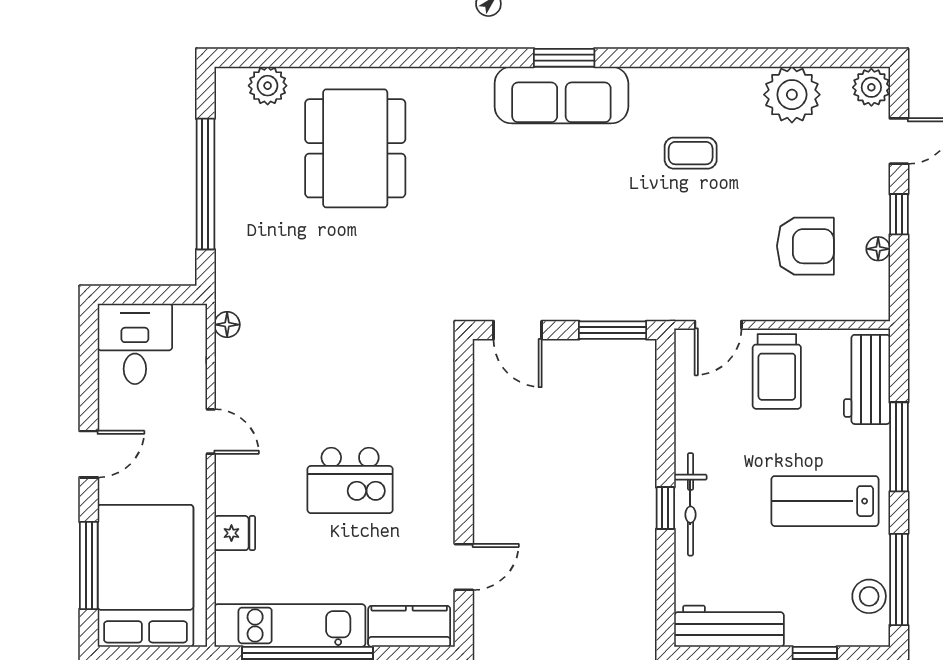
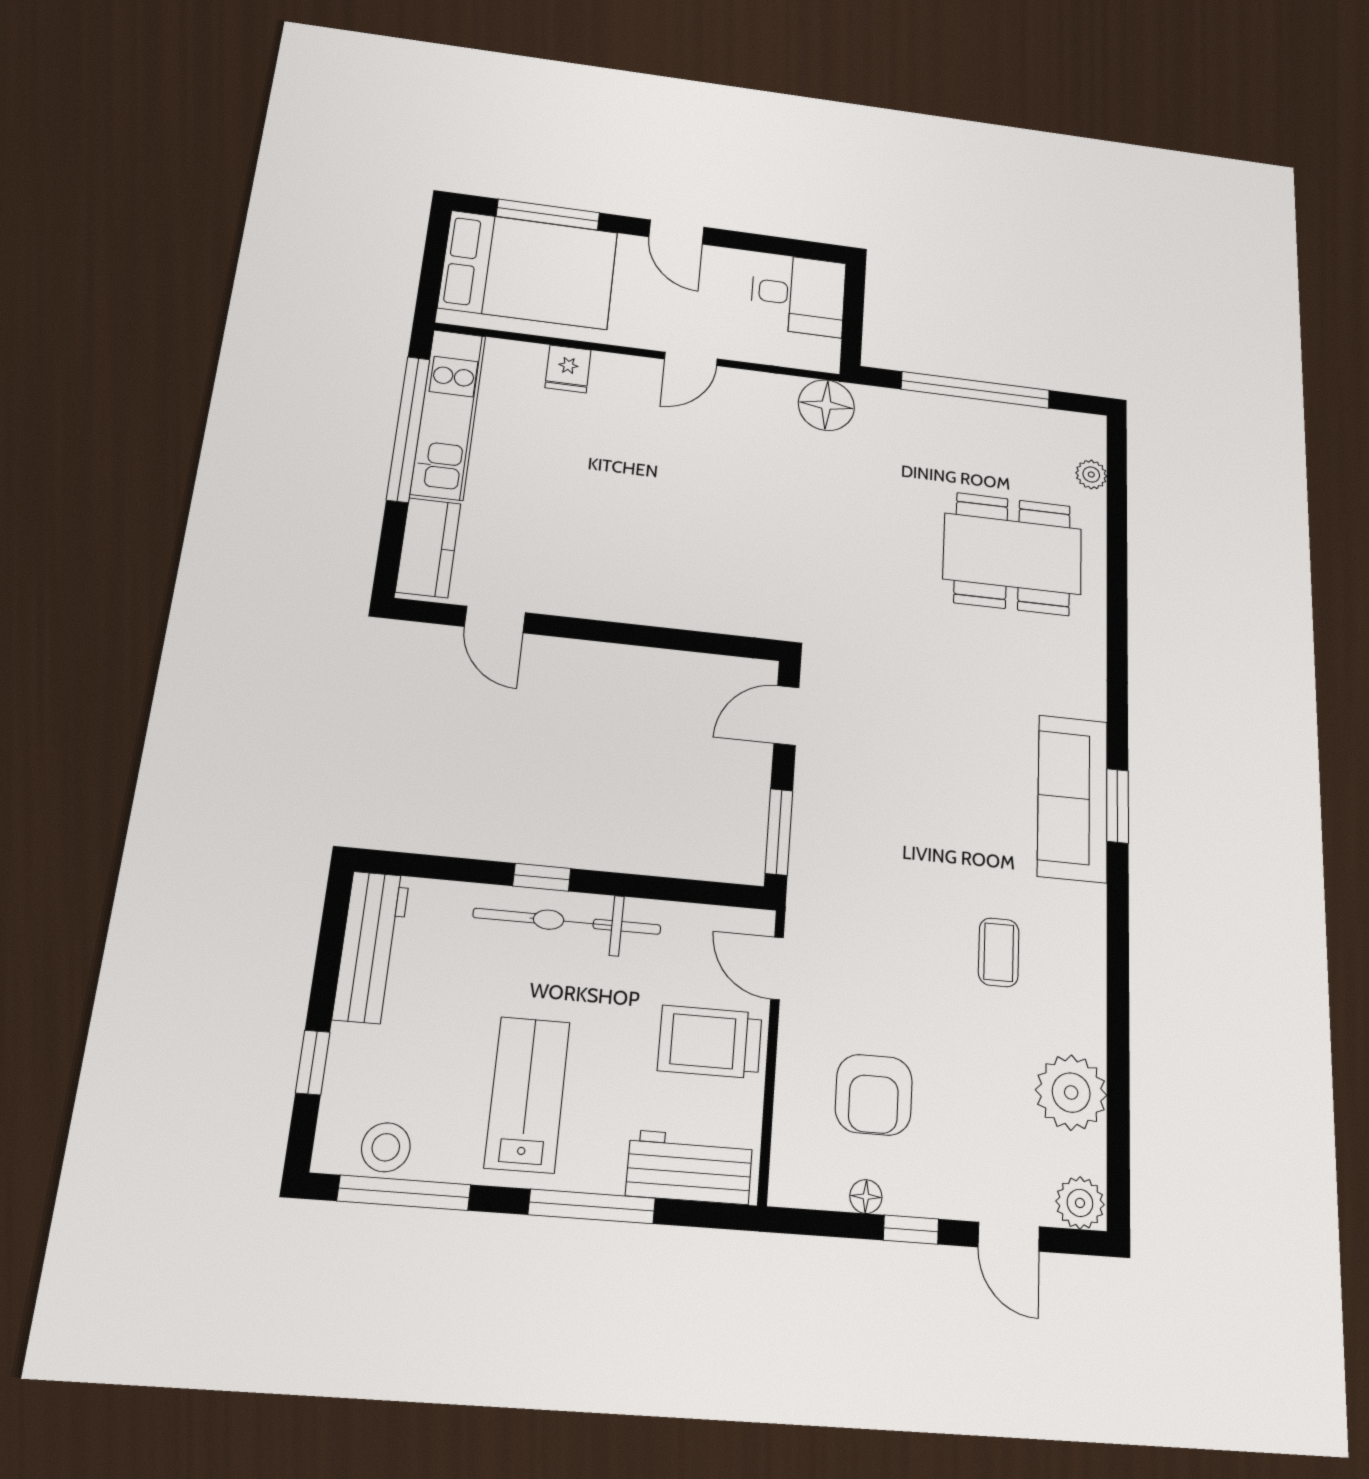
plant: (268, 86) -> (1091, 475), width x0.73, depth x0.73
floor lamp: (227, 325) -> (826, 405), width x1.89, depth x1.89
kitchen island: (350, 480) -> (618, 502), removed
bicycle: (690, 504) -> (567, 921), width x1.37, depth x1.40

